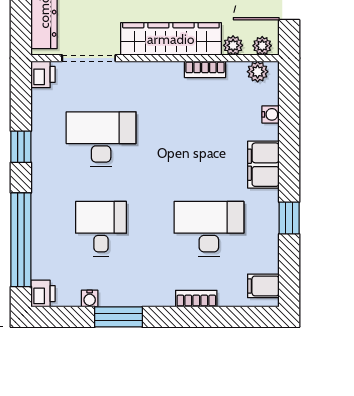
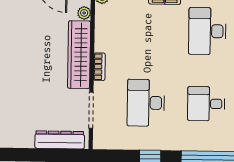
bookcase: (205, 69) -> (99, 67), moved
printer: (43, 74) -> (102, 141), removed

